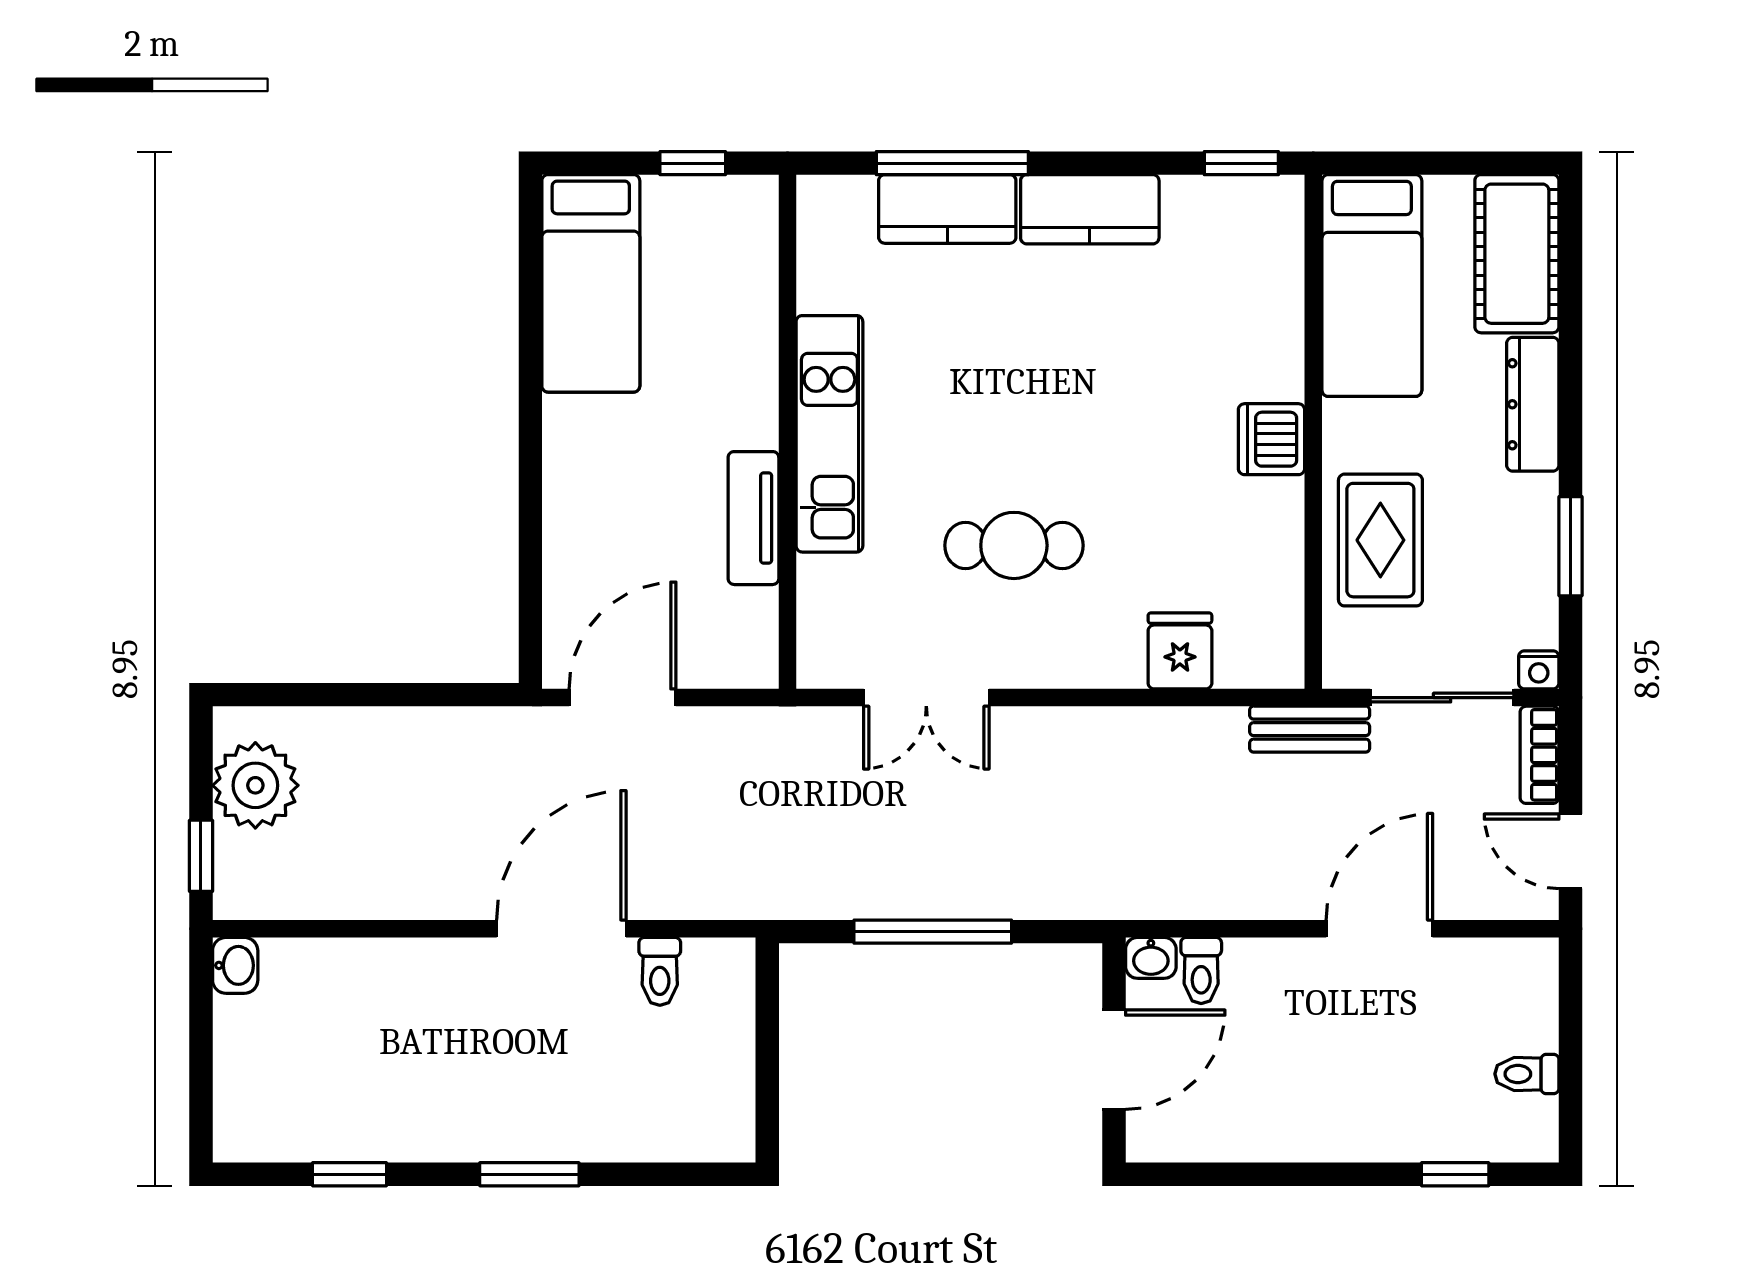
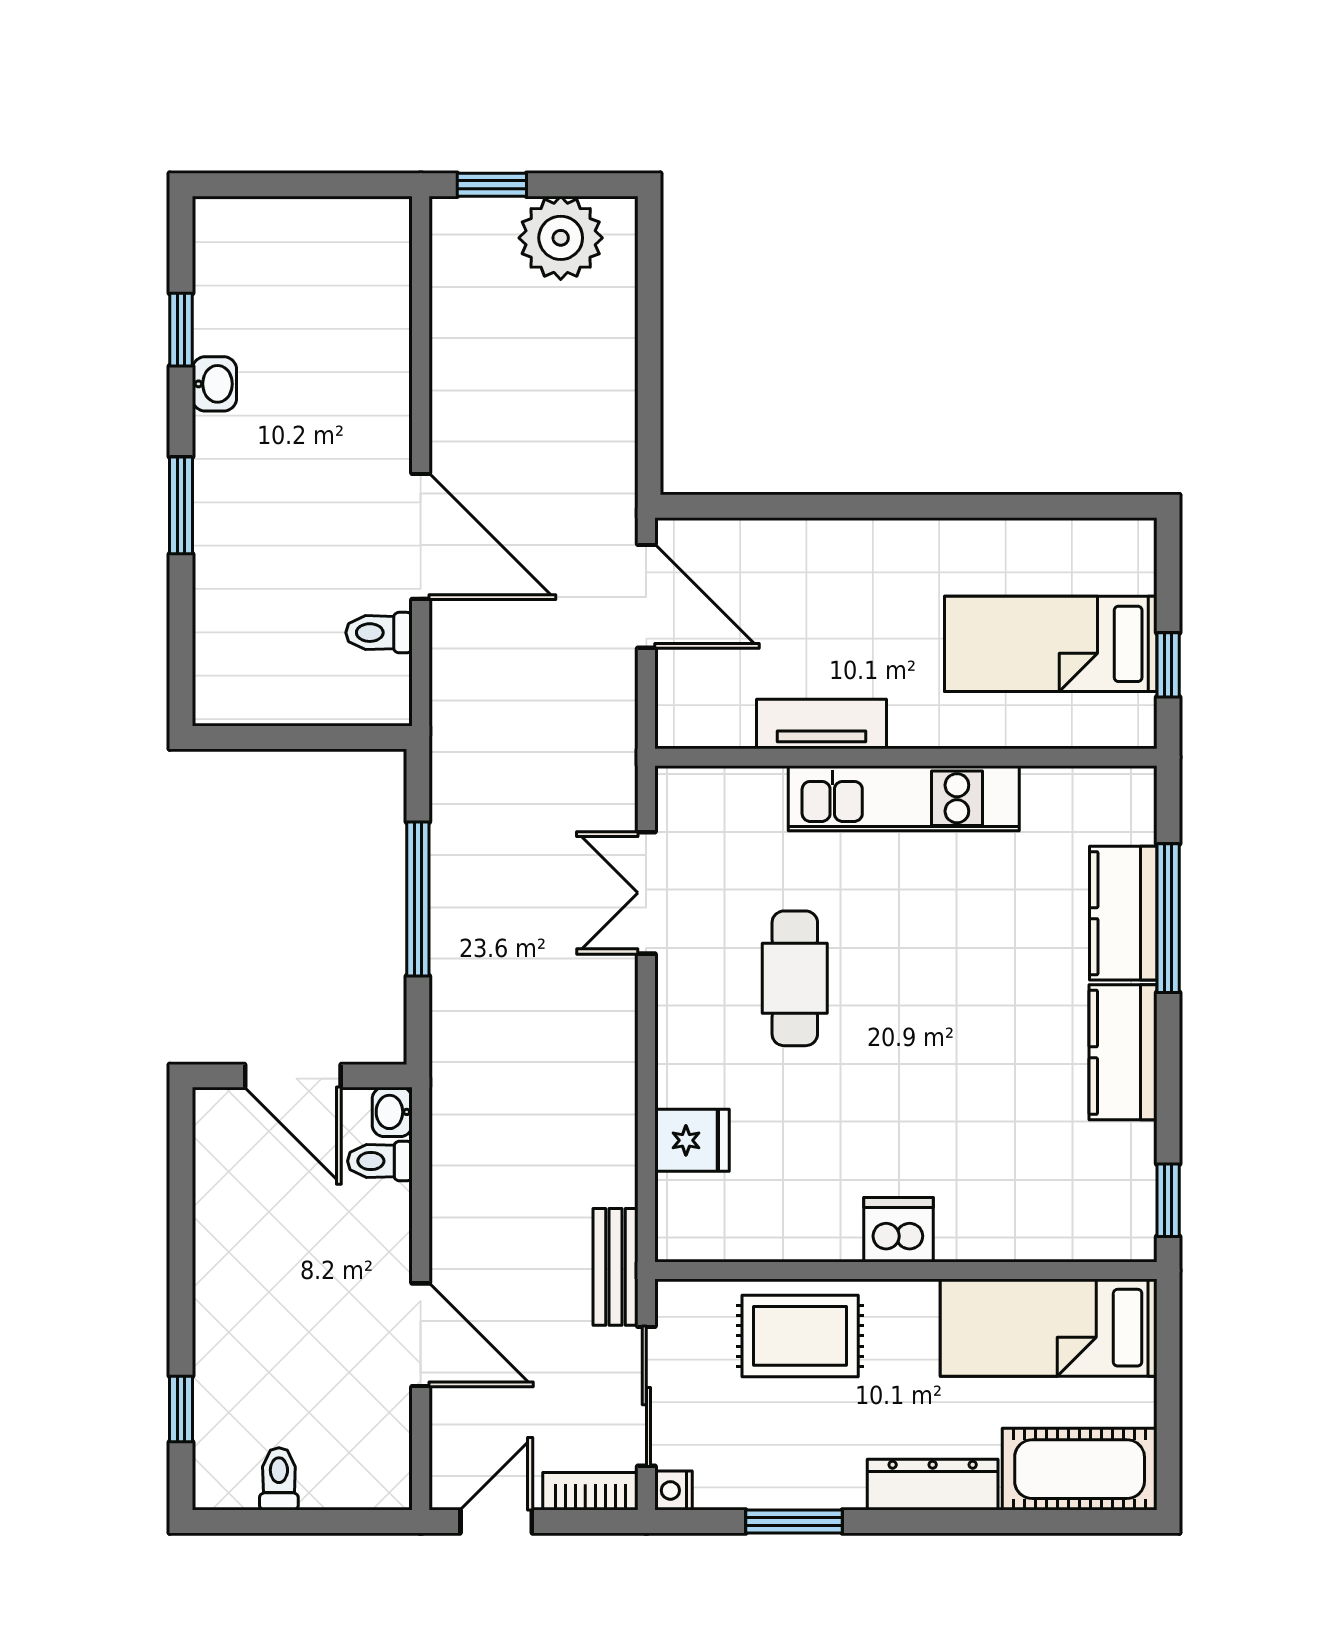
bed: (591, 283) -> (1051, 644), moved
washbasin: (235, 965) -> (214, 384), moved, turned -90

